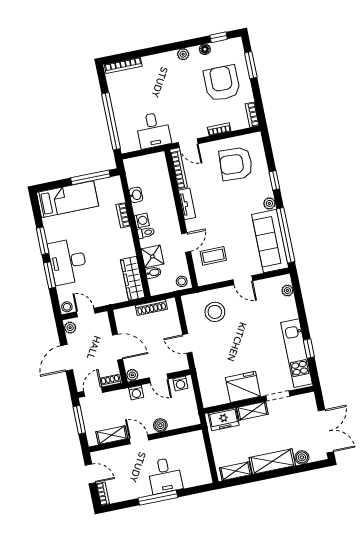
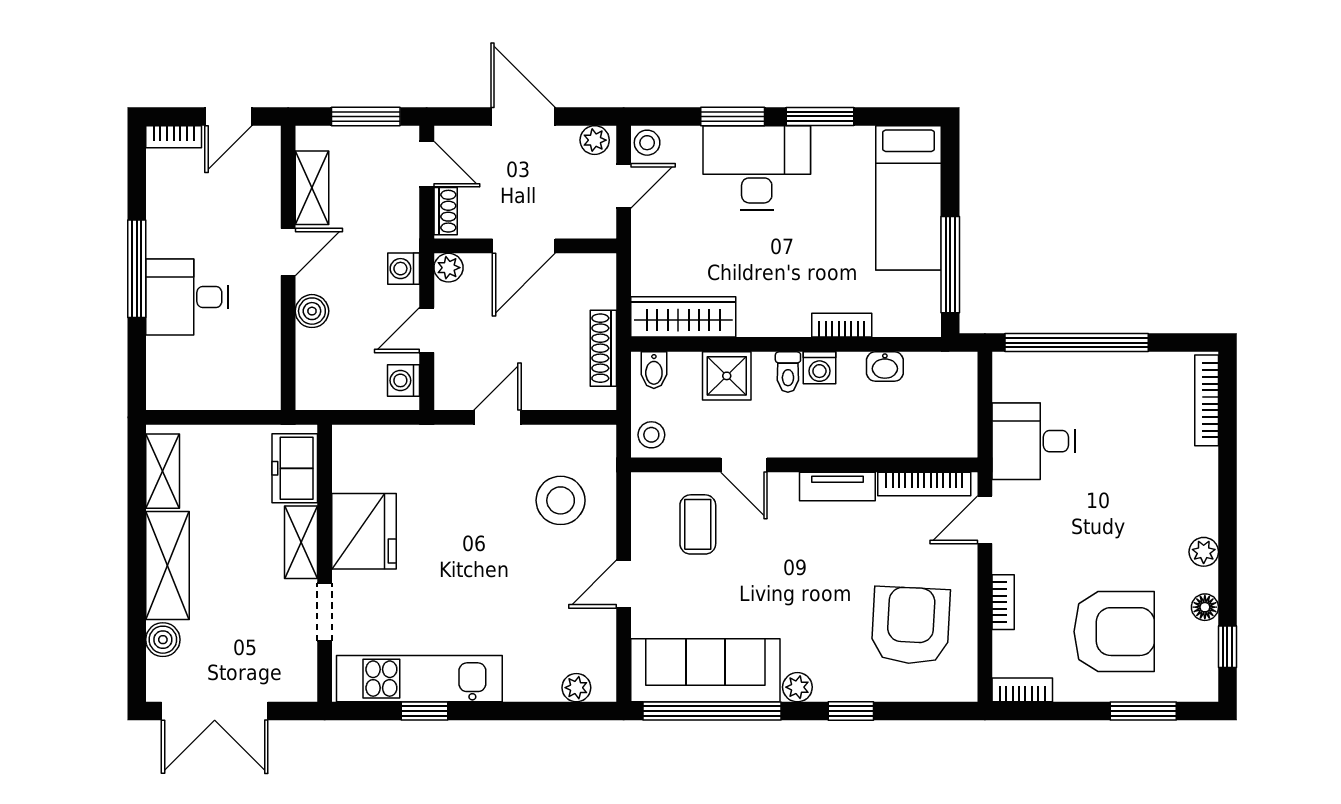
bidet: (153, 273) -> (654, 370), moved

